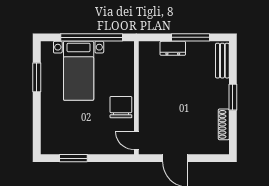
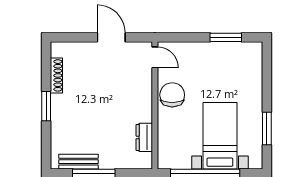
dresser: (173, 48) -> (144, 137), moved, turned -90
bench: (222, 61) -> (78, 162), moved, turned 90
chair: (121, 107) -> (172, 95), turned 180

